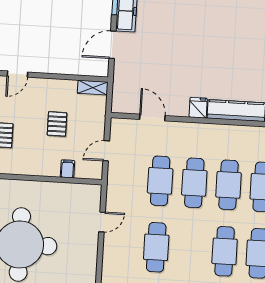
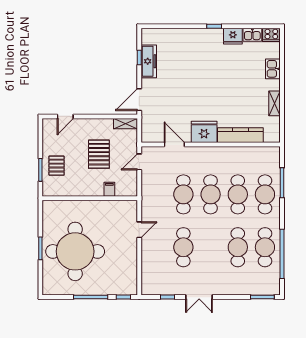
door: (112, 45) -> (139, 100), moved
fridge: (198, 108) -> (204, 132), width x1.88, depth x1.34
pallet: (57, 124) -> (99, 154), width x1.50, depth x1.42
door: (106, 151) -> (139, 162), moved

